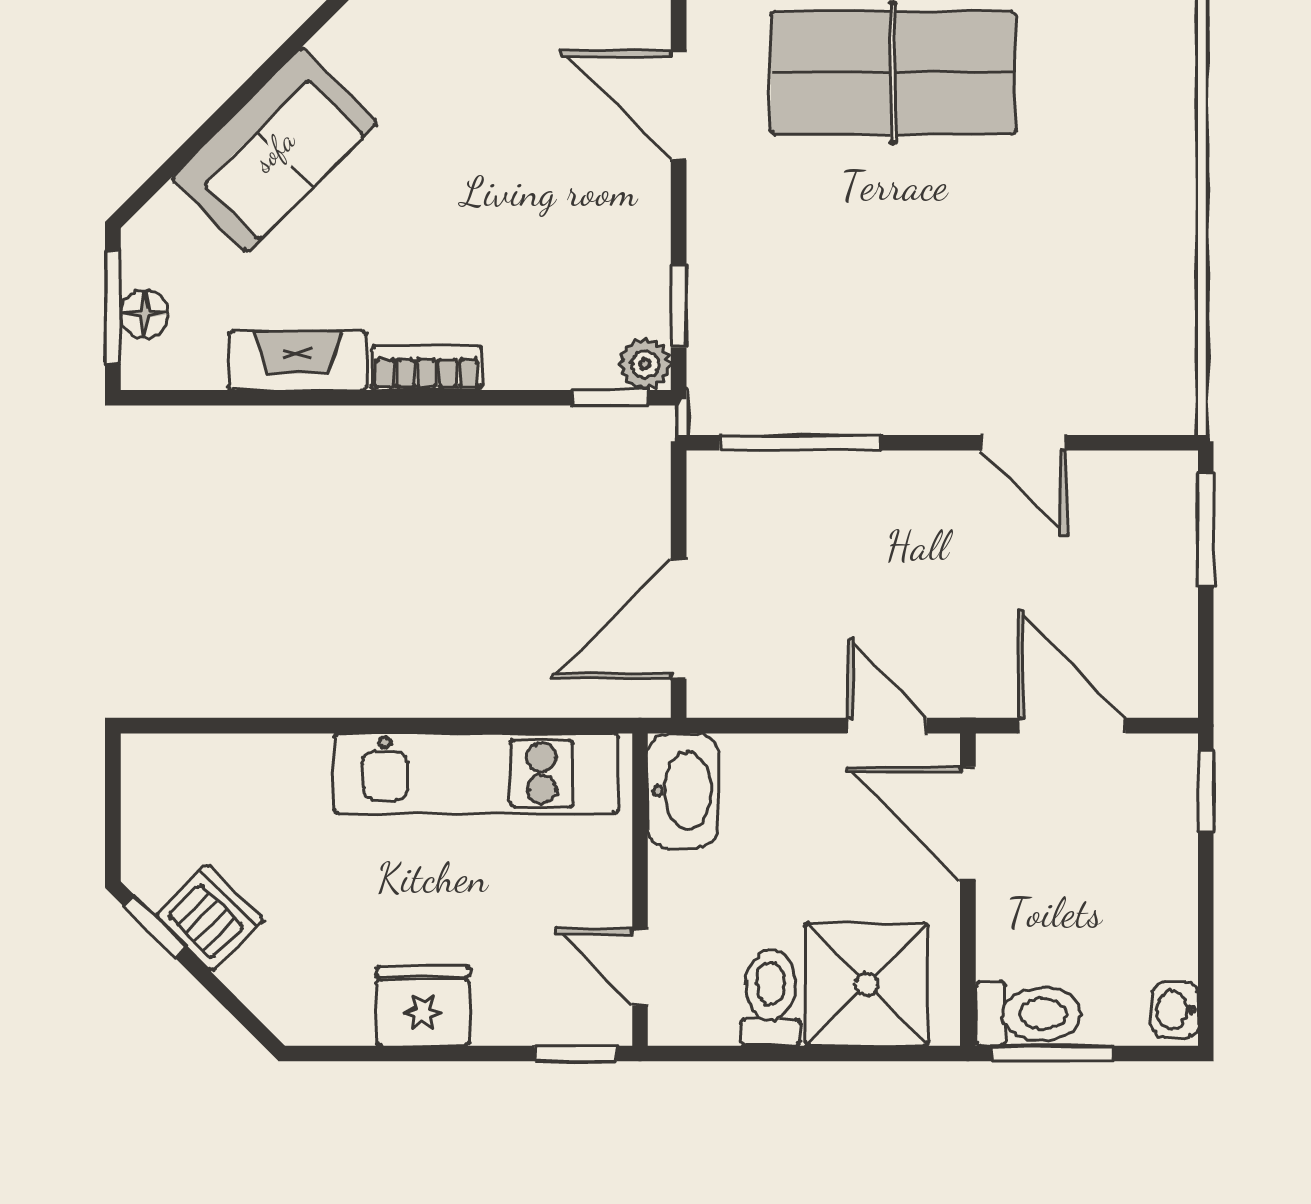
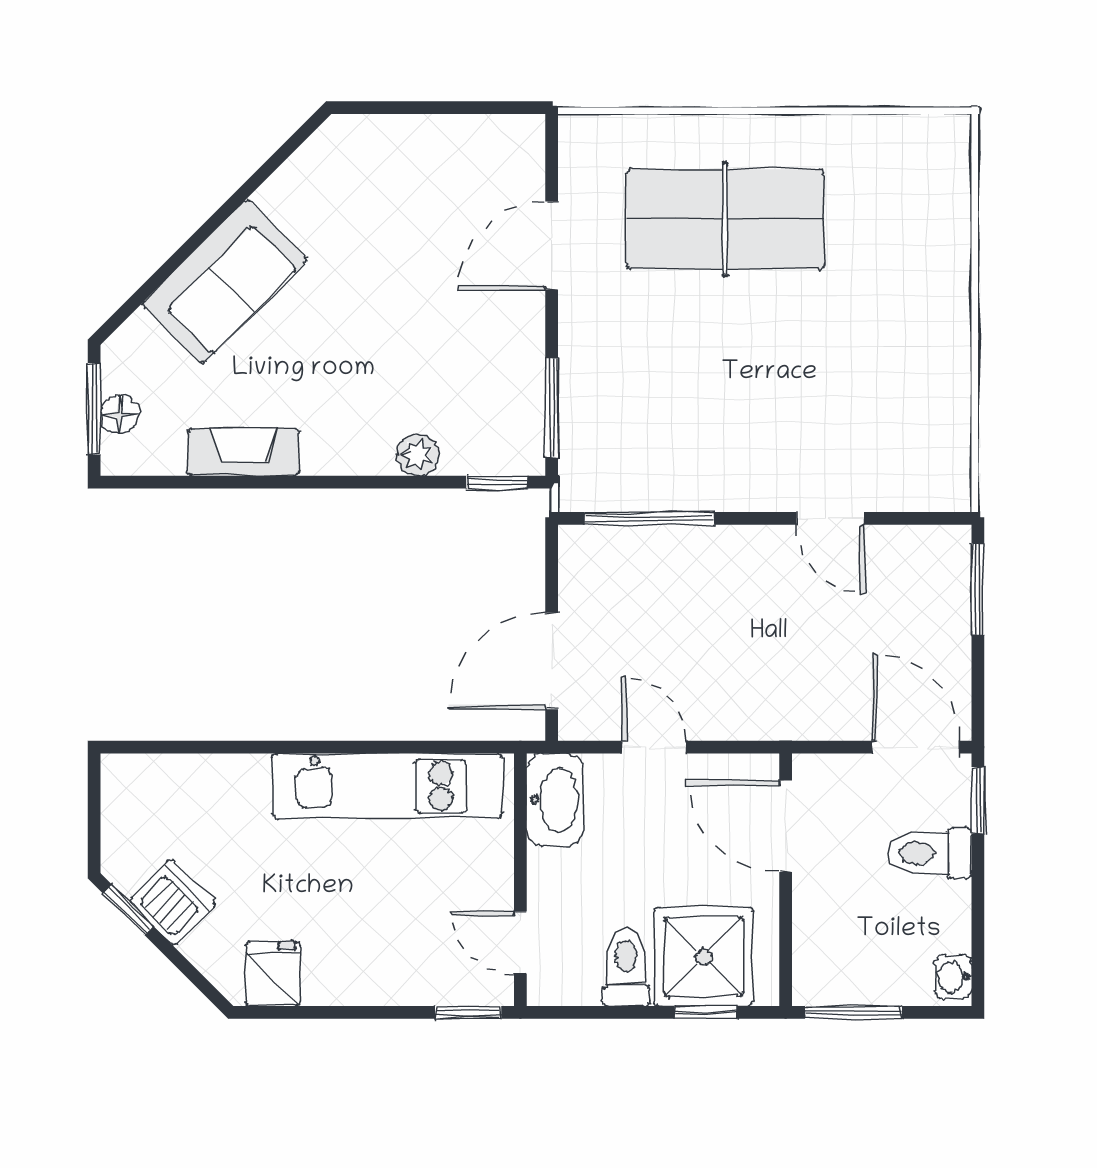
door: (679, 105) -> (552, 246), hinge flipped
window: (679, 306) -> (552, 408), width x1.50
plant: (645, 364) -> (417, 455), moved
bookcase: (427, 368) -> (348, 458), removed
door: (887, 726) -> (654, 747), moved
door: (1072, 726) -> (915, 747), moved
fridge: (423, 1006) -> (273, 974), moved, width x0.72
toilet: (1028, 1014) -> (929, 853), moved, turned 180
window: (869, 1054) -> (706, 1012), added

